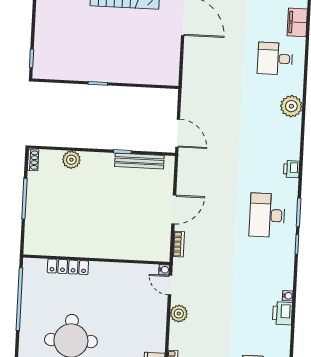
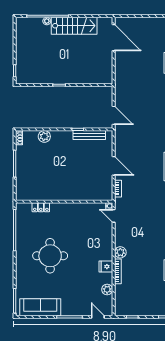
door: (174, 209) -> (114, 166), hinge flipped
locker: (68, 267) -> (41, 207), width x0.66
plant: (179, 314) -> (120, 252), moved

